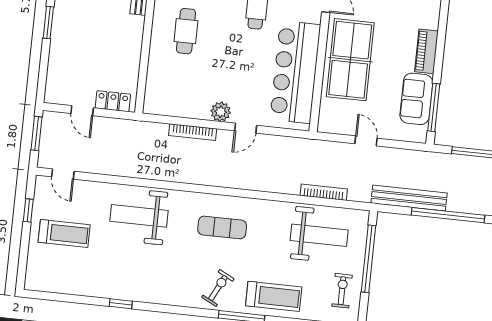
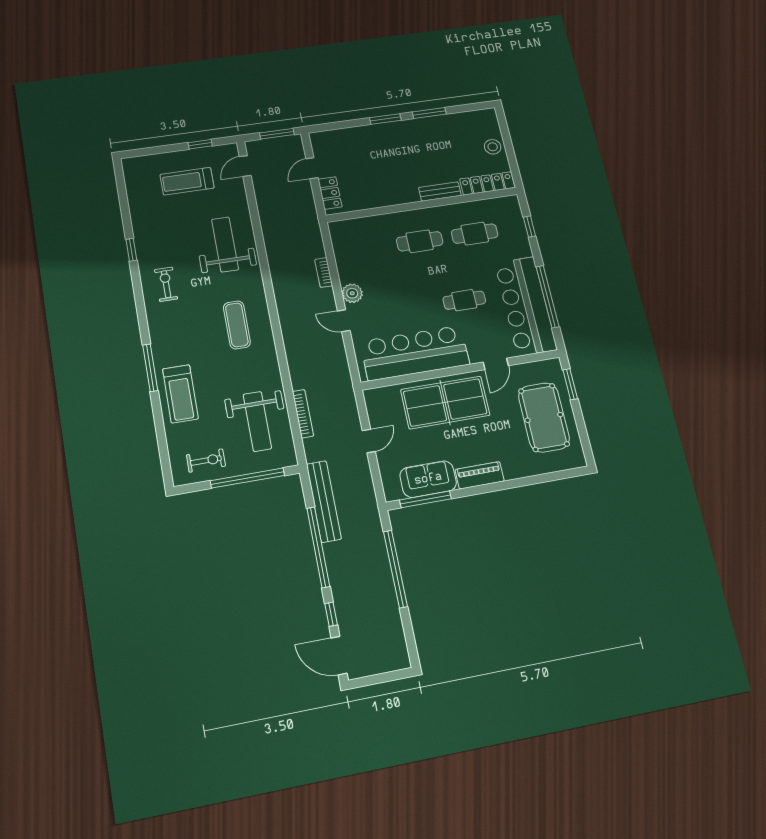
bookcase: (193, 132) -> (324, 273), width x0.64
treadmill: (64, 234) -> (187, 181), turned 90
exercise bike: (218, 288) -> (166, 284), moved, turned -117

